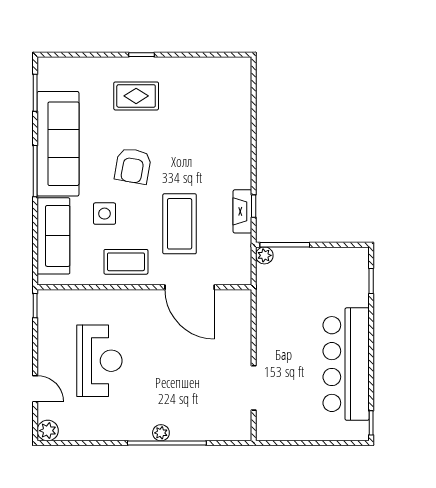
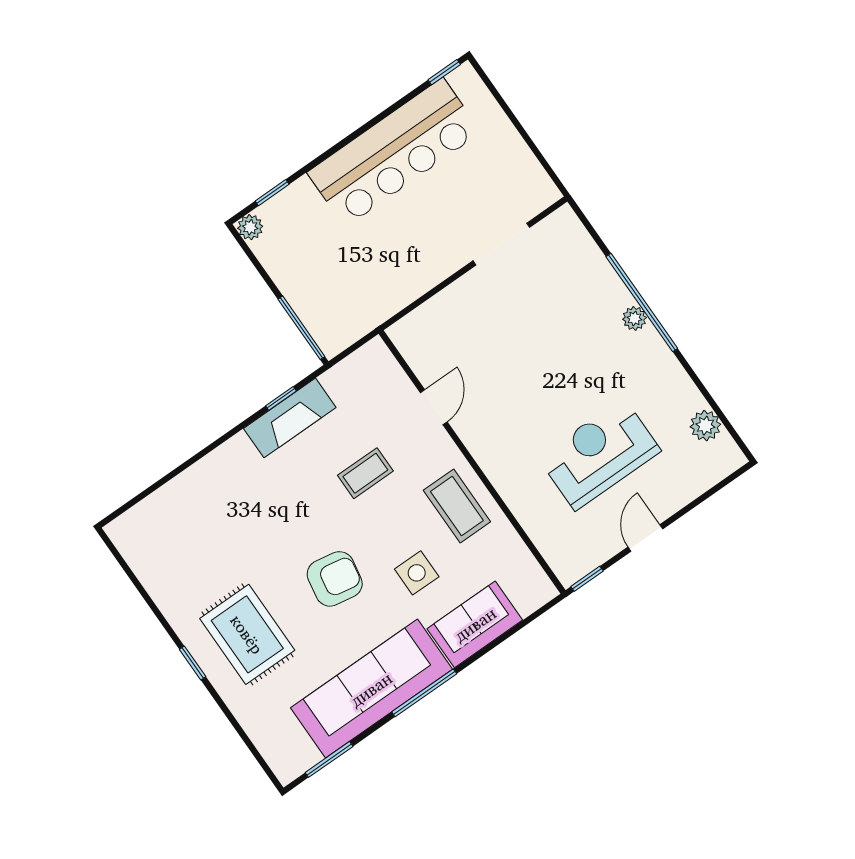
rug: (136, 96) -> (247, 634), width x1.36, depth x1.43
fireplace: (242, 211) -> (290, 418), width x1.37, depth x1.32
coffee table: (180, 224) -> (365, 473), width x0.54, depth x0.58
sofa: (53, 236) -> (475, 624), width x0.73
plant: (264, 255) -> (250, 227), moved
door: (190, 287) -> (434, 407), width x0.53
door: (35, 389) -> (645, 538), moved
plant: (48, 431) -> (705, 426), moved

